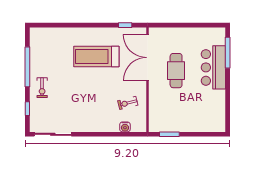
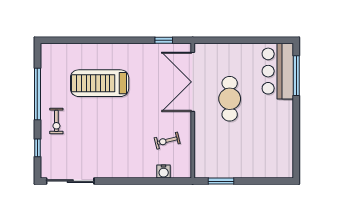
treadmill: (96, 57) -> (100, 83), moved
bar counter: (213, 67) -> (278, 71), moved

